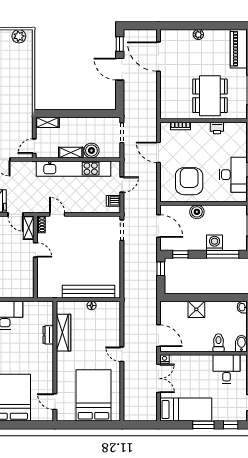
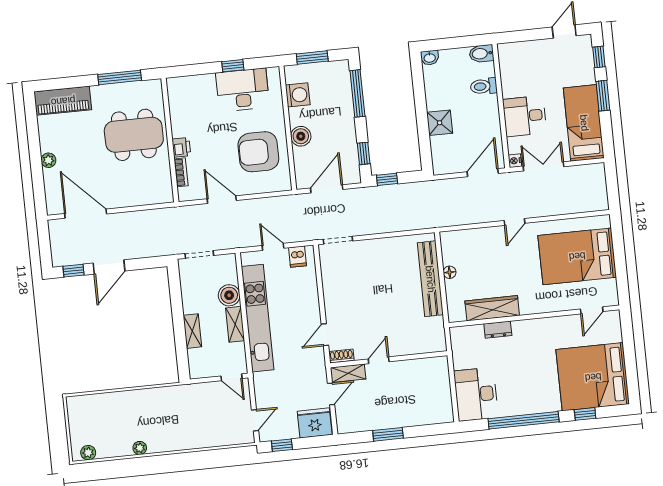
plant: (19, 36) -> (77, 415), removed
door: (158, 57) -> (86, 214), swing flipped
shelving: (47, 122) -> (192, 331), moved
printer: (217, 128) -> (181, 147), moved
door: (158, 152) -> (222, 200), swing flipped
washing machine: (215, 243) -> (298, 95), moved, turned 180
desk: (227, 369) -> (525, 116), moved

